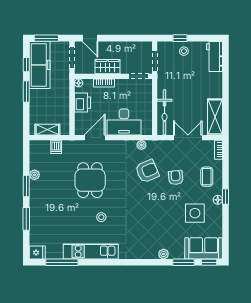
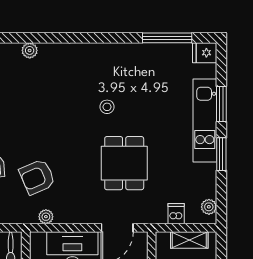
plant: (35, 175) -> (209, 207), moved
kitchen unit: (91, 251) -> (205, 120), moved, turned 90
plant: (163, 254) -> (30, 50), moved

